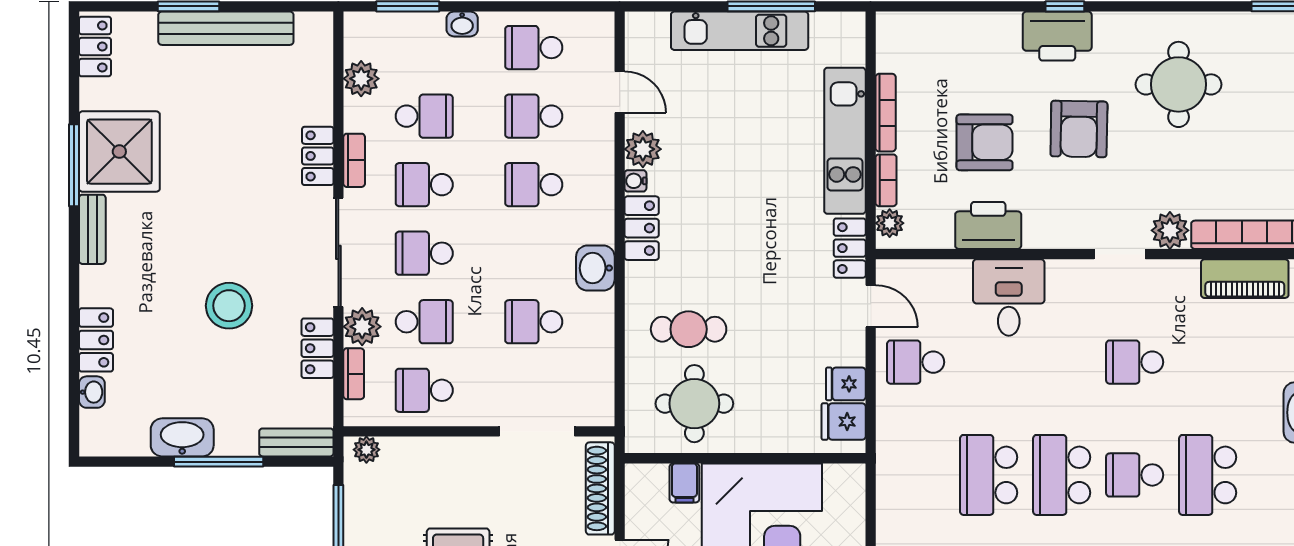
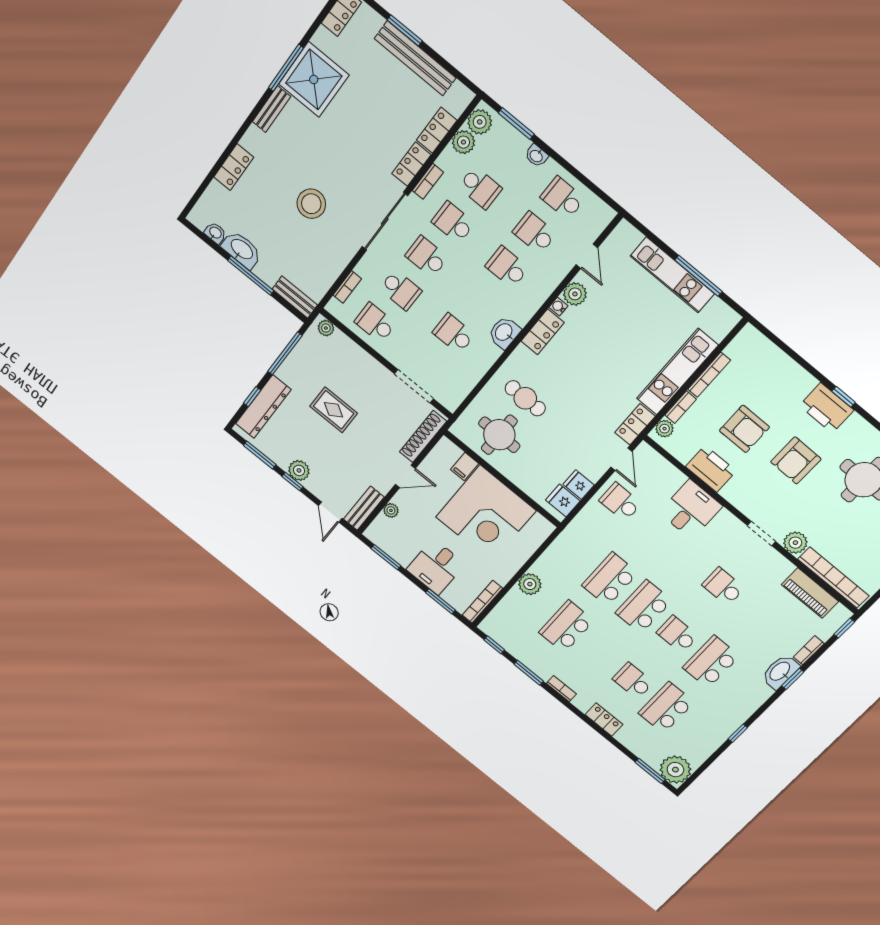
plant: (362, 327) -> (480, 122), moved
locker: (317, 348) -> (437, 130), moved
washbasin: (92, 392) -> (215, 233), moved, turned -90

